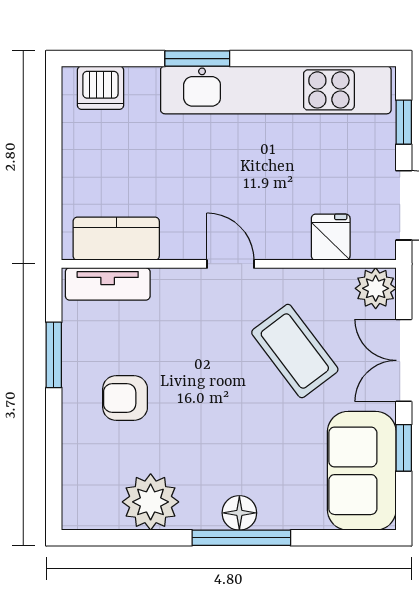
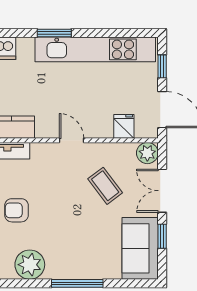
coffee table: (295, 351) -> (105, 186), width x0.73, depth x0.77
floor lamp: (239, 513) -> (76, 270), removed

